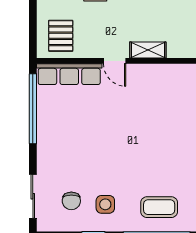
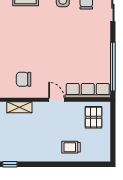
shelving: (148, 50) -> (19, 107), moved
chair: (162, 91) -> (24, 79), added

